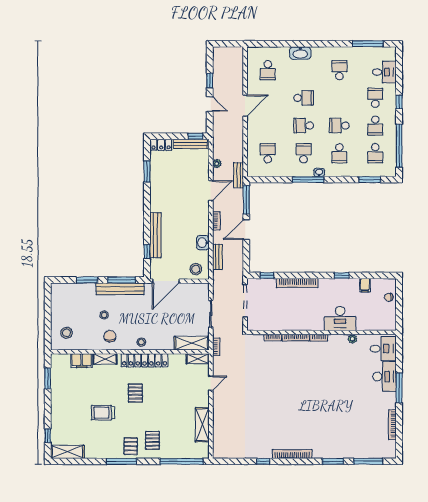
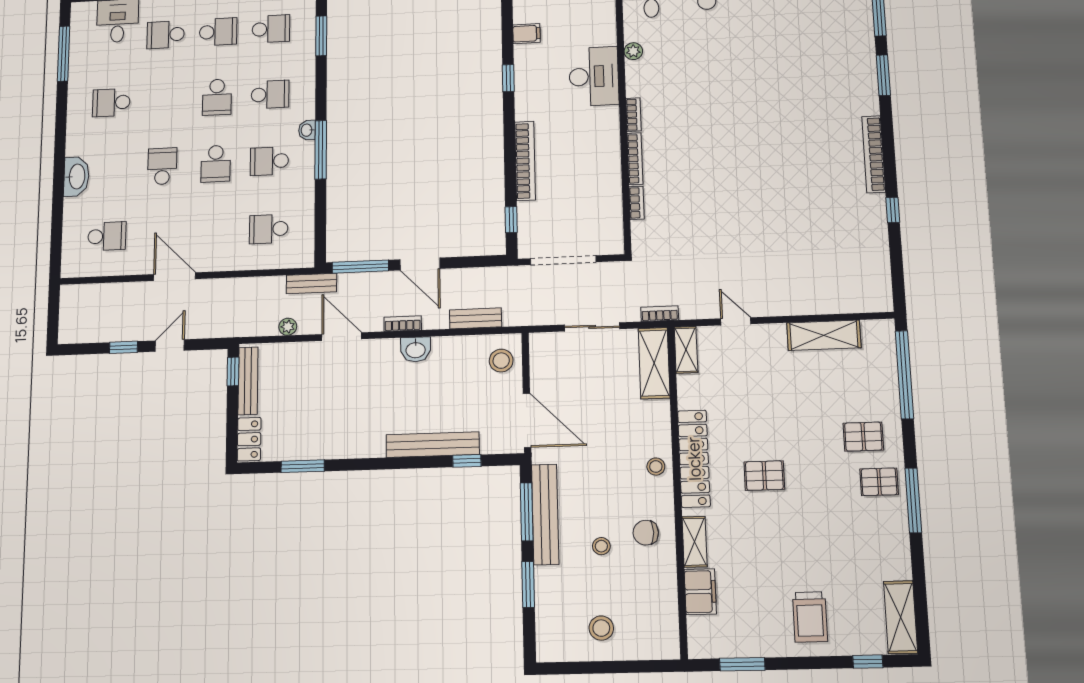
washbasin: (203, 243) -> (416, 349), moved
stool: (67, 333) -> (601, 628), moved
trolley: (103, 413) -> (810, 617), moved

